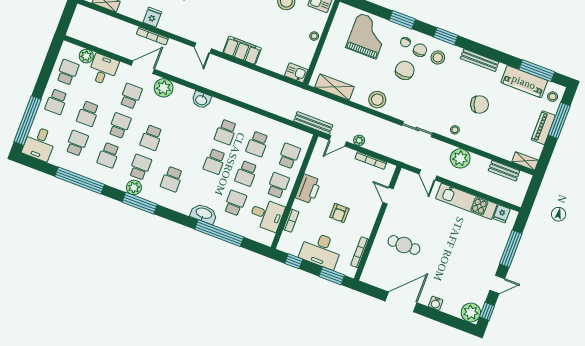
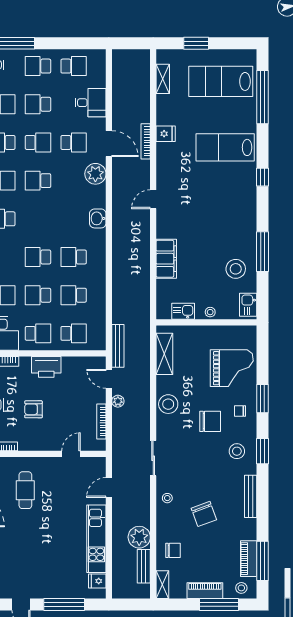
filing cabinet: (242, 50) -> (166, 259), moved
chair: (420, 50) -> (173, 550), moved
plant: (86, 56) -> (98, 79), removed
kitchen sink: (296, 73) -> (183, 311), moved, turned -90
piano: (524, 82) -> (249, 559), width x0.73, depth x0.75
plant: (460, 158) -> (139, 537), moved

